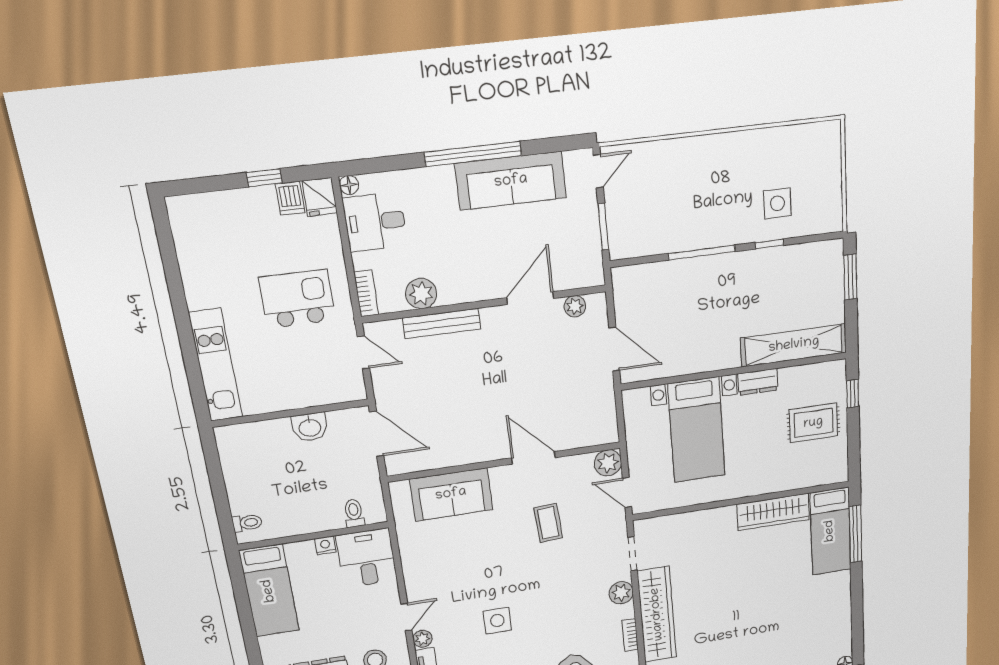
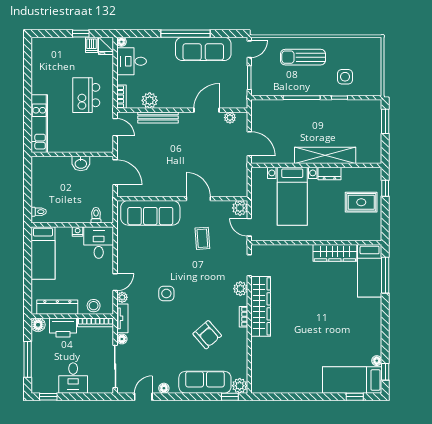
sun lounger: (699, 175) -> (303, 57), added
kitchen island: (297, 299) -> (86, 95), turned -90
shelving: (794, 345) -> (325, 155), moved
sofa: (451, 494) -> (150, 213), width x1.36

